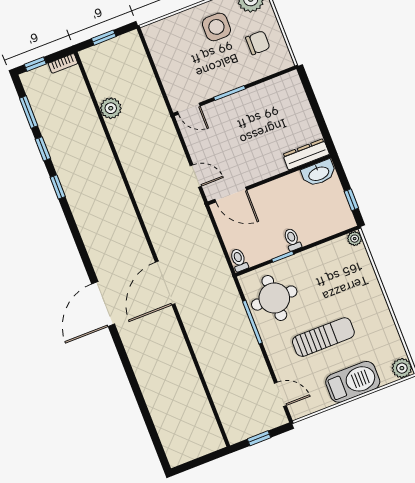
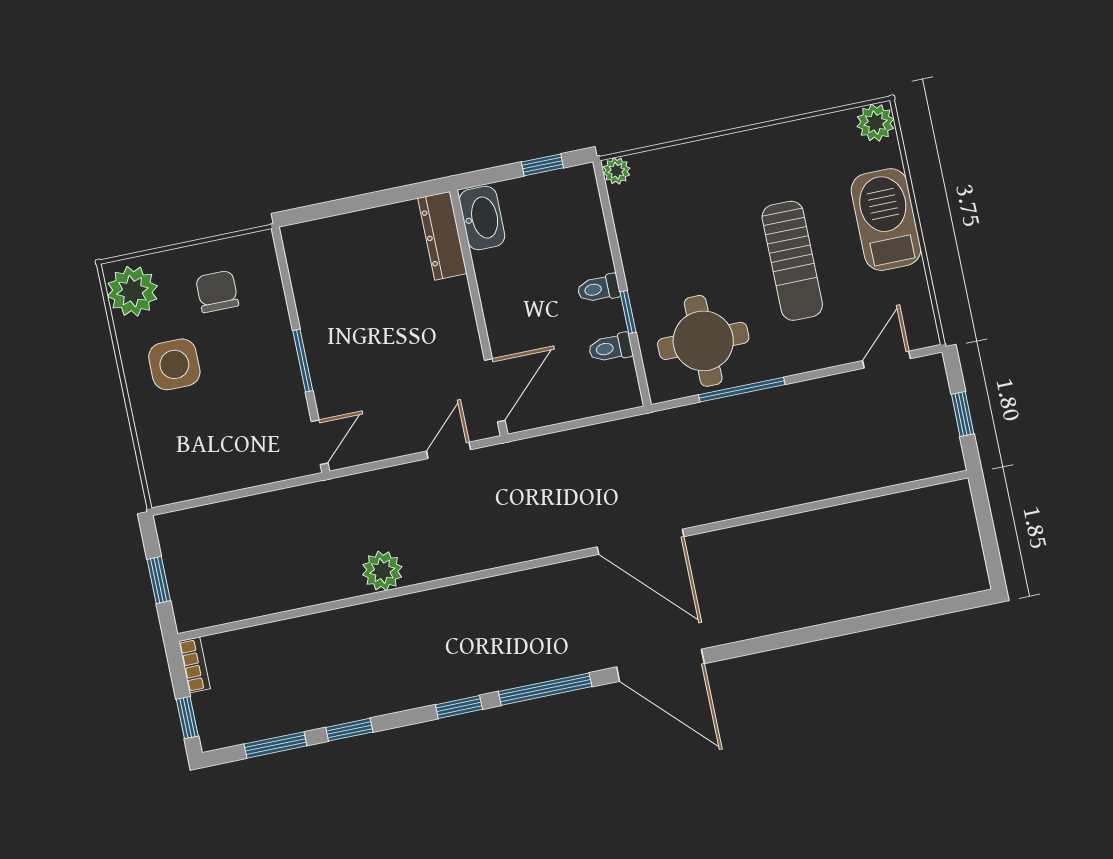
plant: (111, 108) -> (382, 571), moved
window: (58, 187) -> (459, 707), moved
window: (81, 246) -> (545, 689), added
toilet: (239, 260) -> (610, 348), moved
sun lounger: (323, 337) -> (792, 261), turned 180

